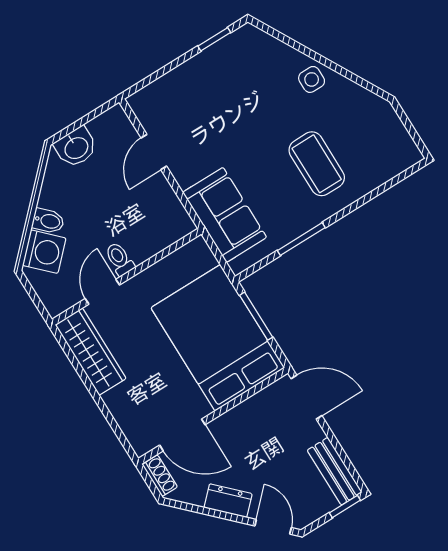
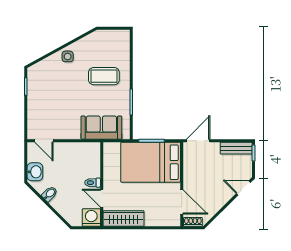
door: (154, 152) -> (44, 141), moved
bidet: (48, 221) -> (50, 194), moved
washing machine: (44, 252) -> (91, 218), moved, turned -45
door: (182, 435) -> (182, 202), hinge flipped
dresser: (228, 501) -> (221, 200), removed

